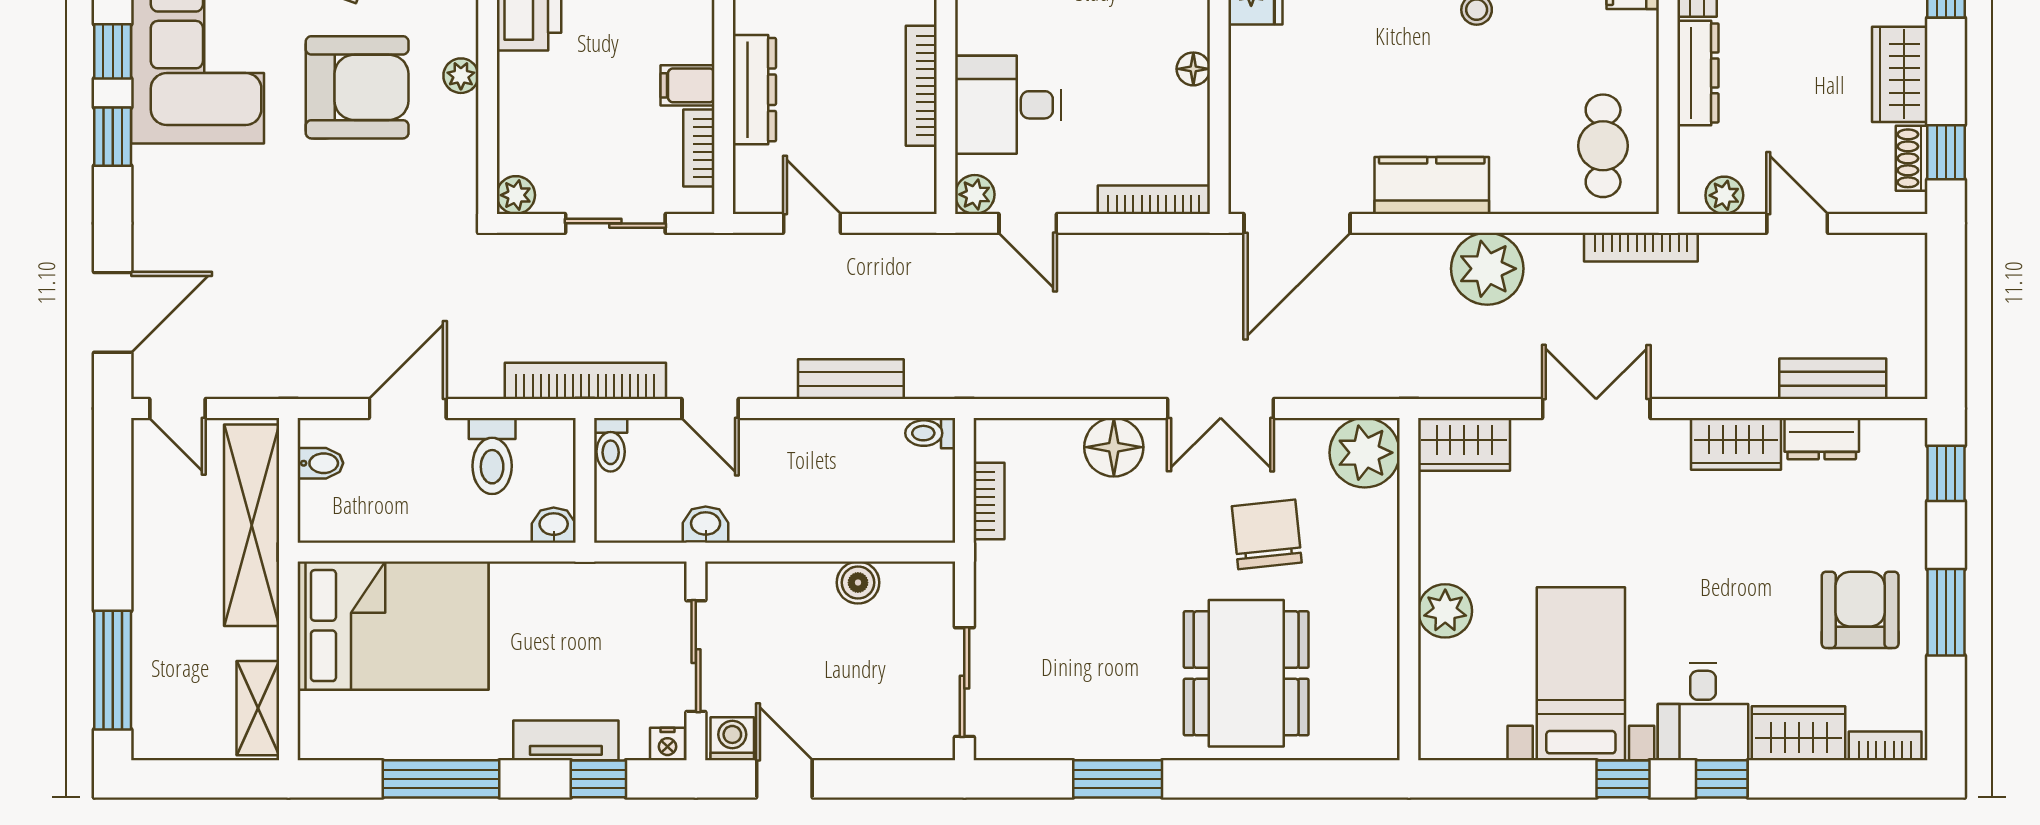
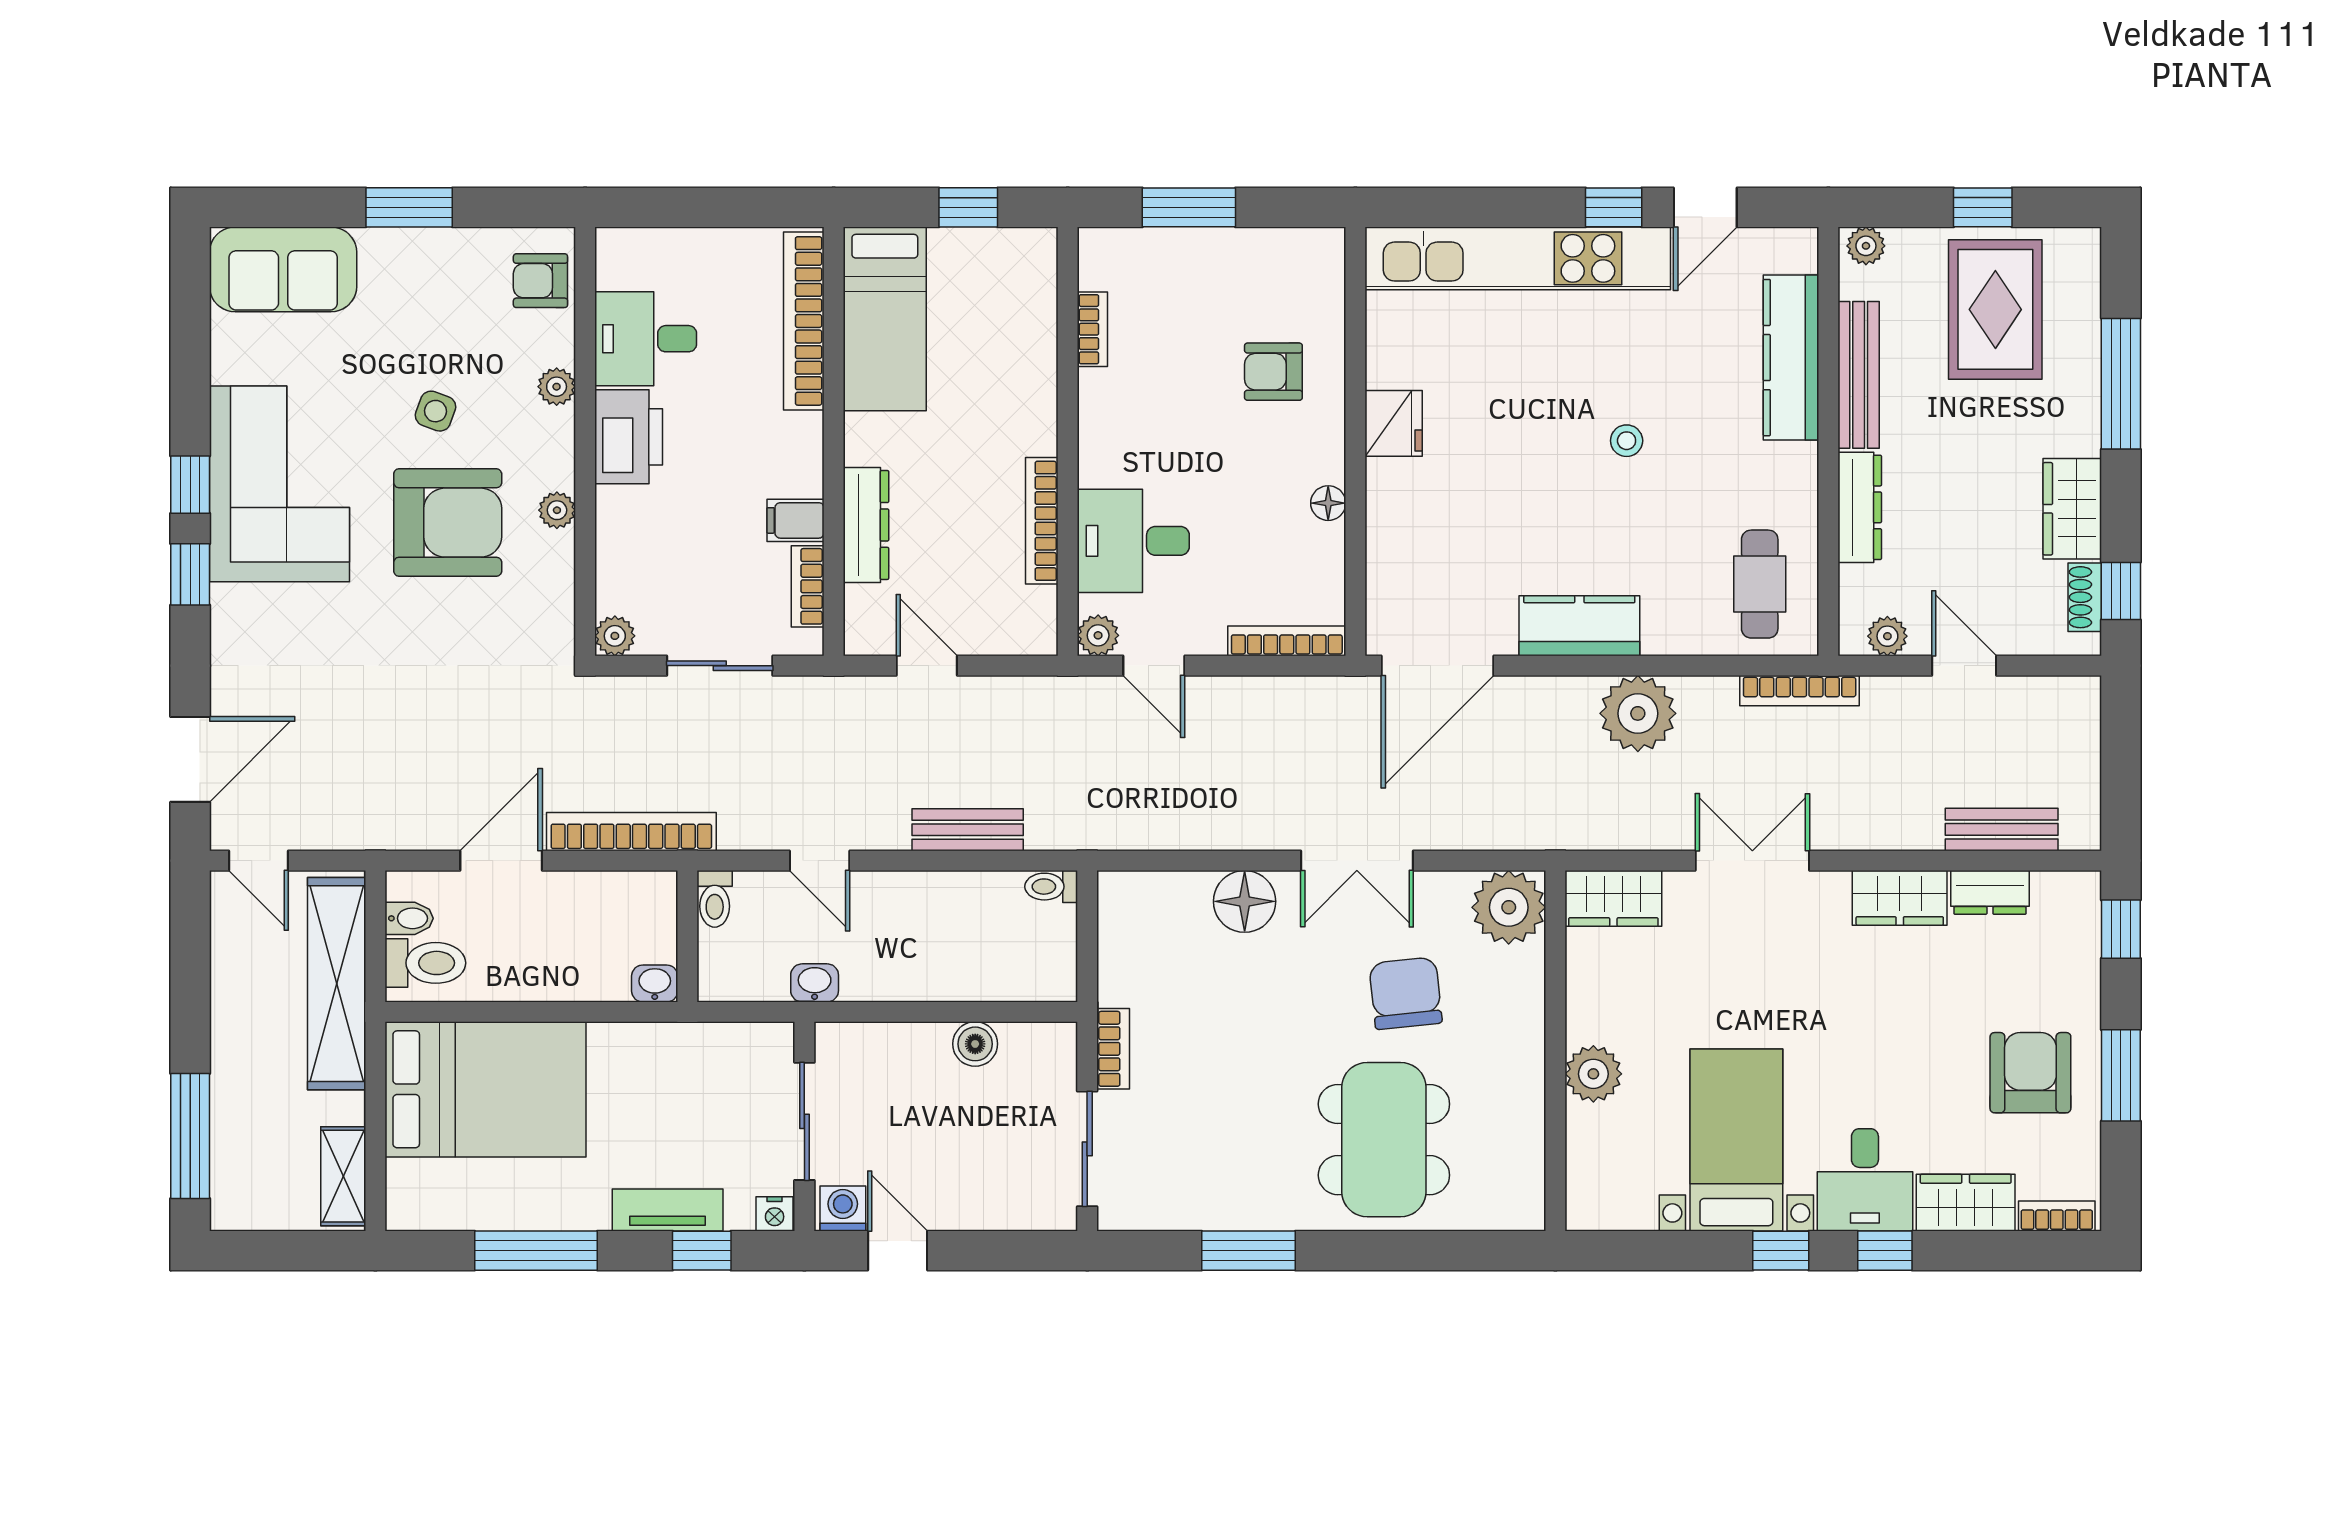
bookcase: (585, 381) -> (631, 832), moved
toilet: (492, 456) -> (425, 963), moved, turned -90
bookcase: (989, 501) -> (1113, 1049), moved

